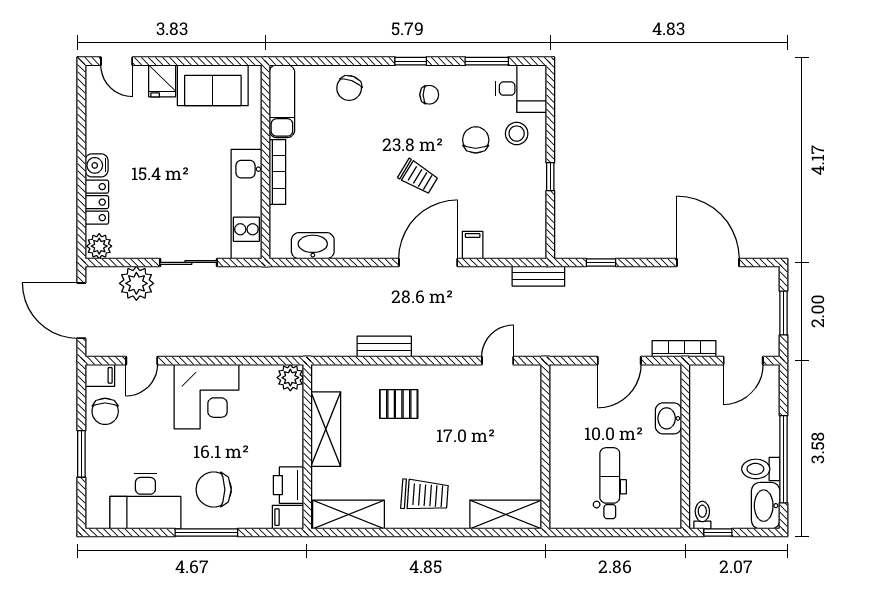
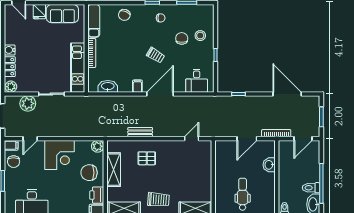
desk: (521, 89) -> (197, 81), moved, turned 90
filing cabinet: (473, 245) -> (137, 86), moved
bench: (538, 276) -> (210, 100), removed
chair: (214, 490) -> (89, 173), moved

